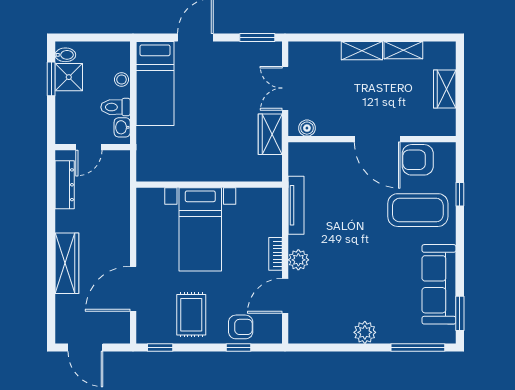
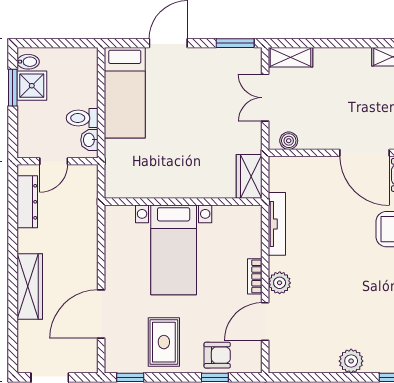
shelving: (362, 51) -> (290, 57), moved
stool: (122, 80) -> (89, 88), removed
wardrobe: (270, 134) -> (249, 176), moved

